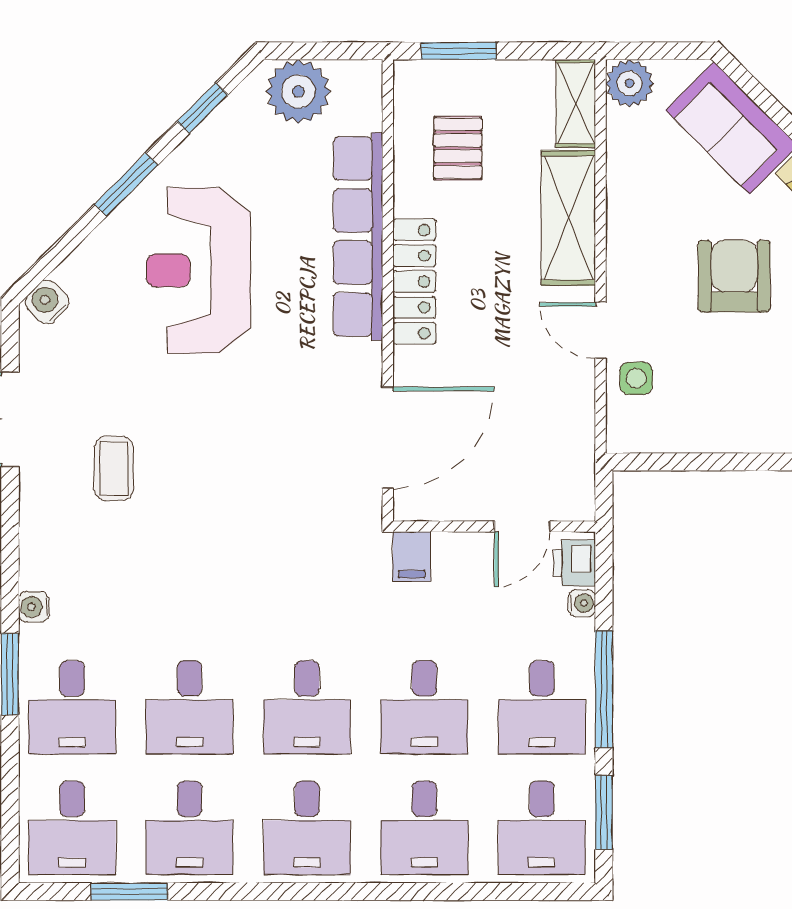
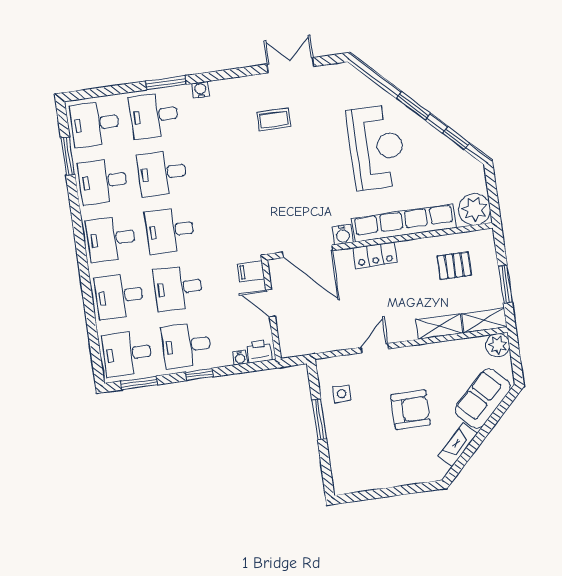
window: (459, 51) -> (505, 284), moved
plant: (298, 91) -> (474, 209), moved
shelving: (568, 218) -> (439, 326), width x0.67, depth x0.75
reception desk: (198, 270) -> (376, 147), turned 90
locker: (414, 282) -> (375, 255), width x0.66
water cooler: (47, 302) -> (343, 235), moved, turned 135
side table: (636, 378) -> (342, 394), moved
window: (728, 462) -> (319, 419), added
door: (522, 527) -> (271, 303), moved
window: (604, 689) -> (199, 374), width x0.46

